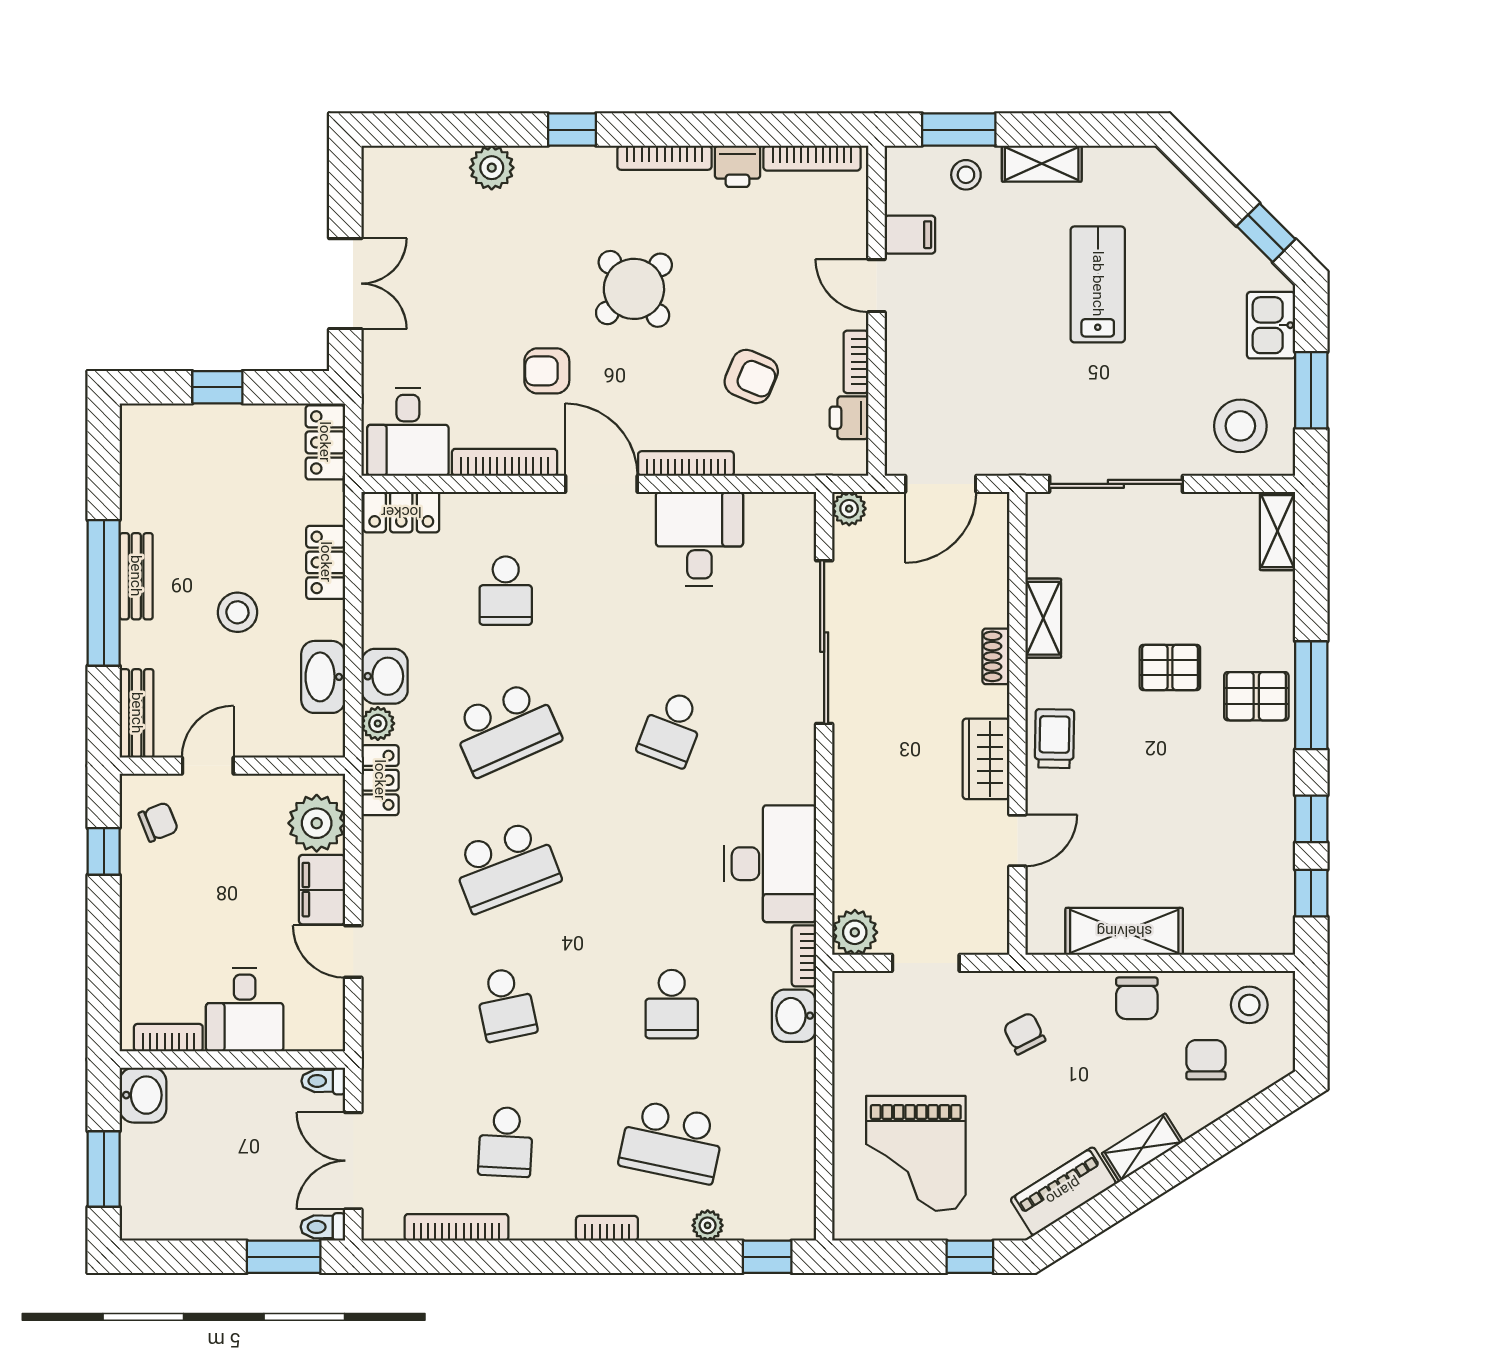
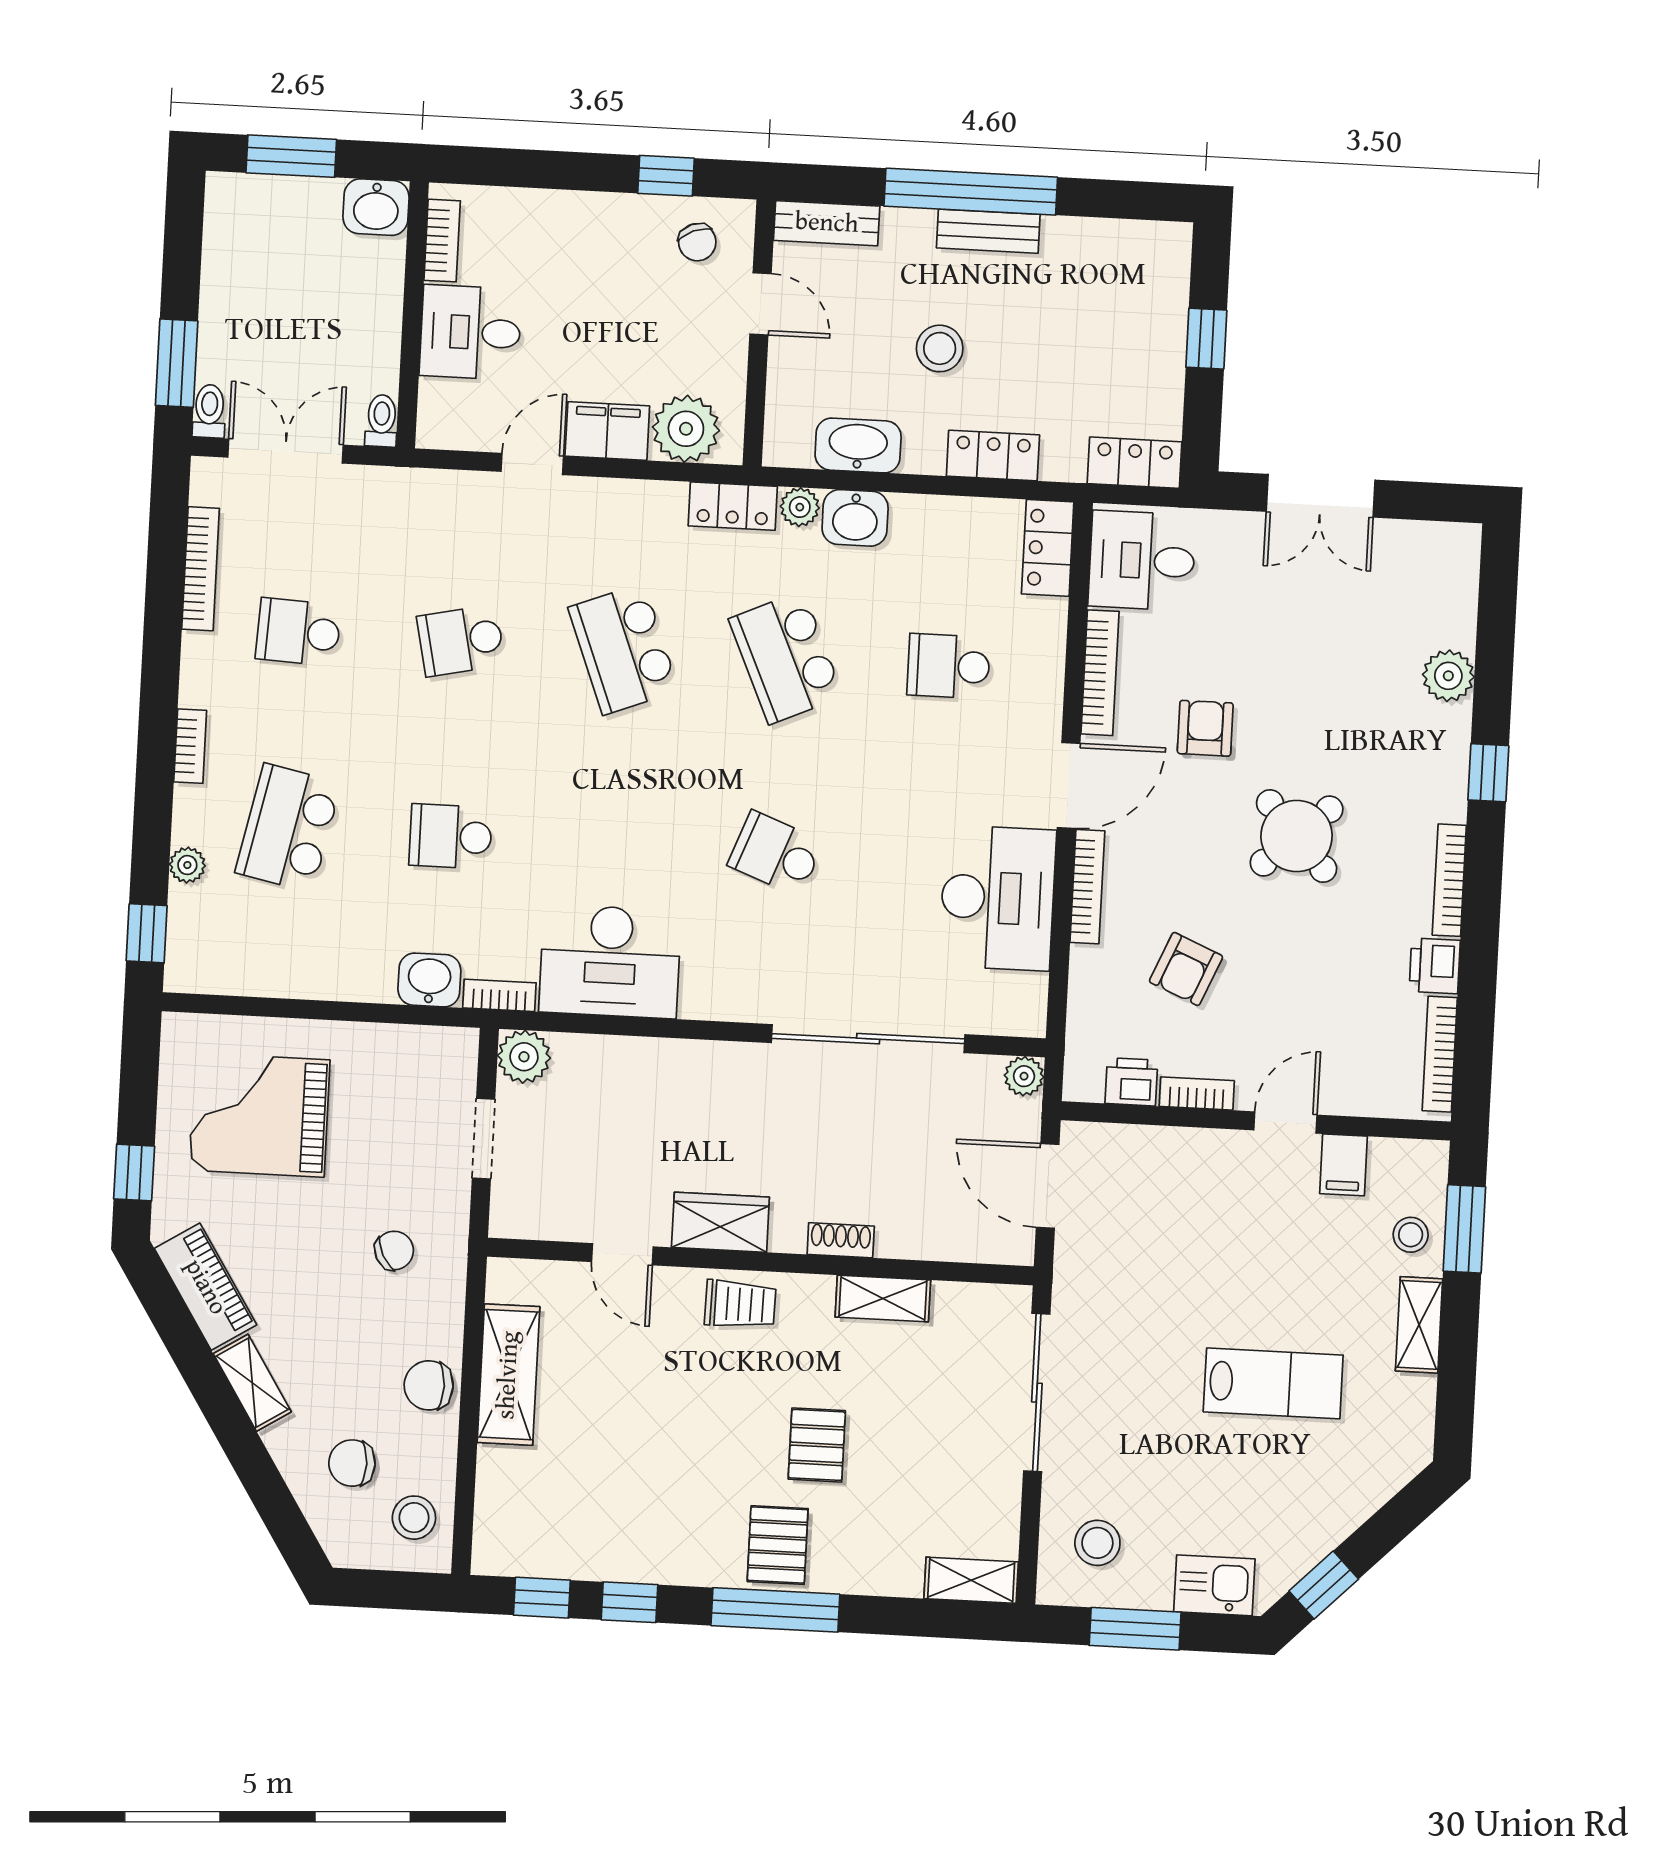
stool: (1240, 426) -> (1097, 1543), width x0.73, depth x0.73
desk: (699, 539) -> (998, 898), width x1.37
chair: (1206, 1060) -> (352, 1463), turned 180

